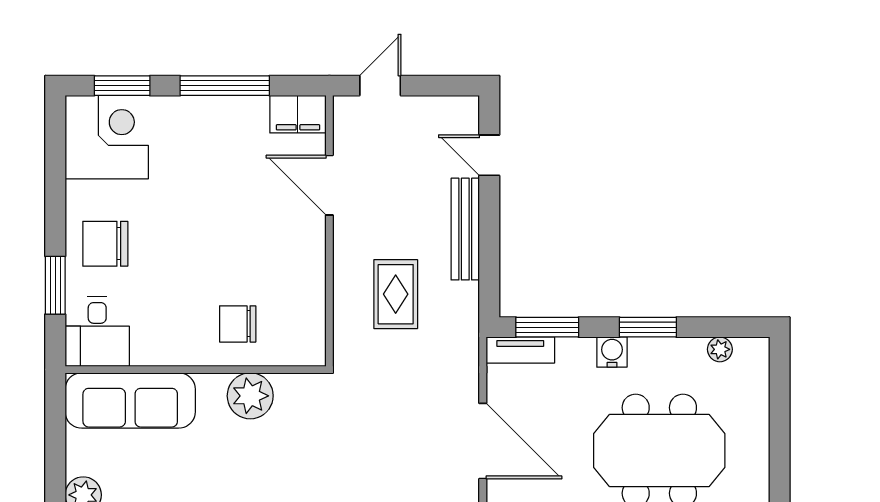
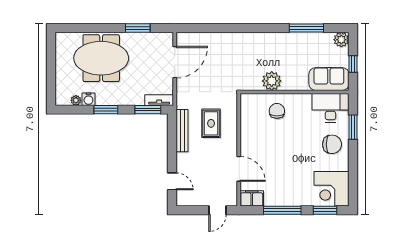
bench: (465, 229) -> (182, 131), moved
chair: (238, 324) -> (277, 111), turned -90
desk: (97, 332) -> (330, 108), width x1.37
water cooler: (612, 352) -> (88, 99), moved
sofa: (130, 400) -> (329, 79), width x0.73
window: (55, 436) -> (353, 64), added
door: (483, 441) -> (175, 62), swing flipped

